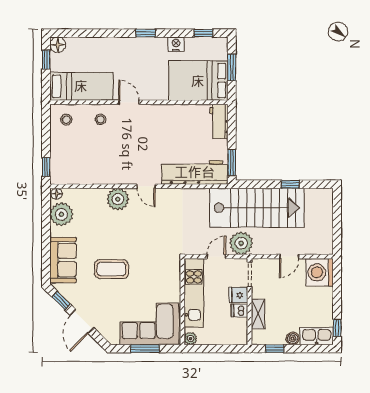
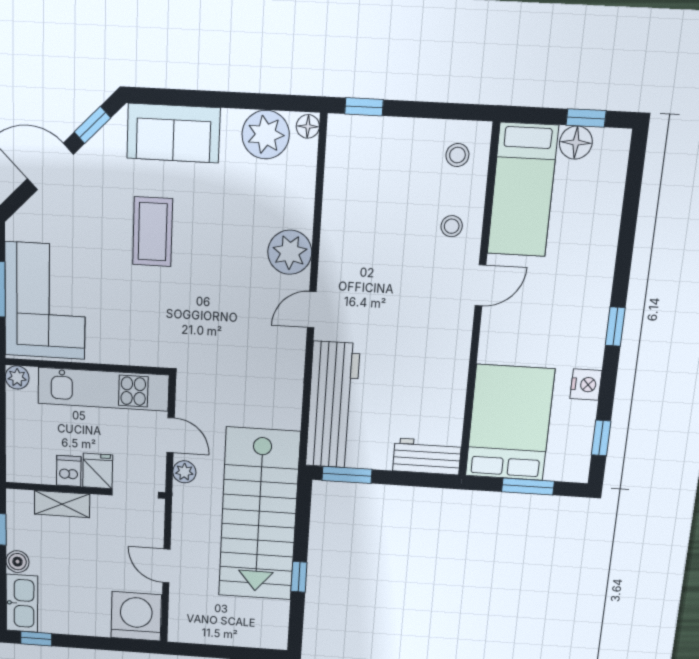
floor lamp: (58, 45) -> (576, 143), moved
plant: (241, 243) -> (184, 472), width x0.53, depth x0.53

